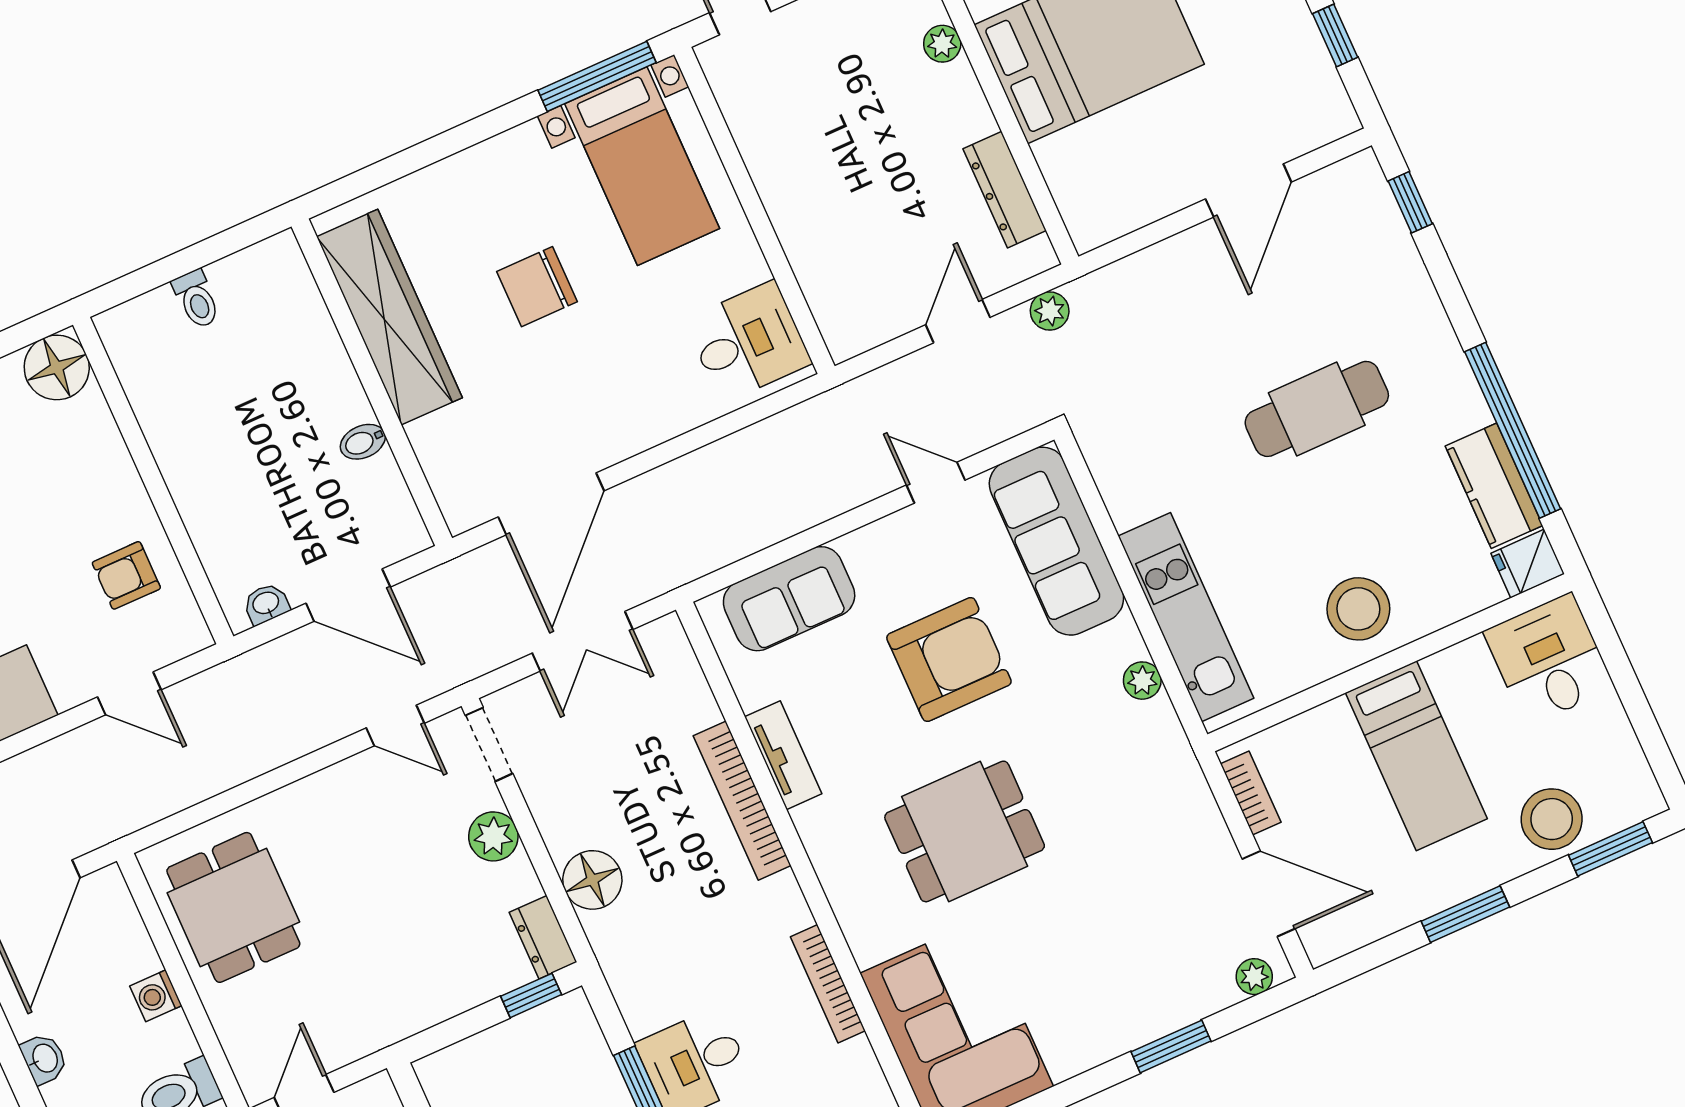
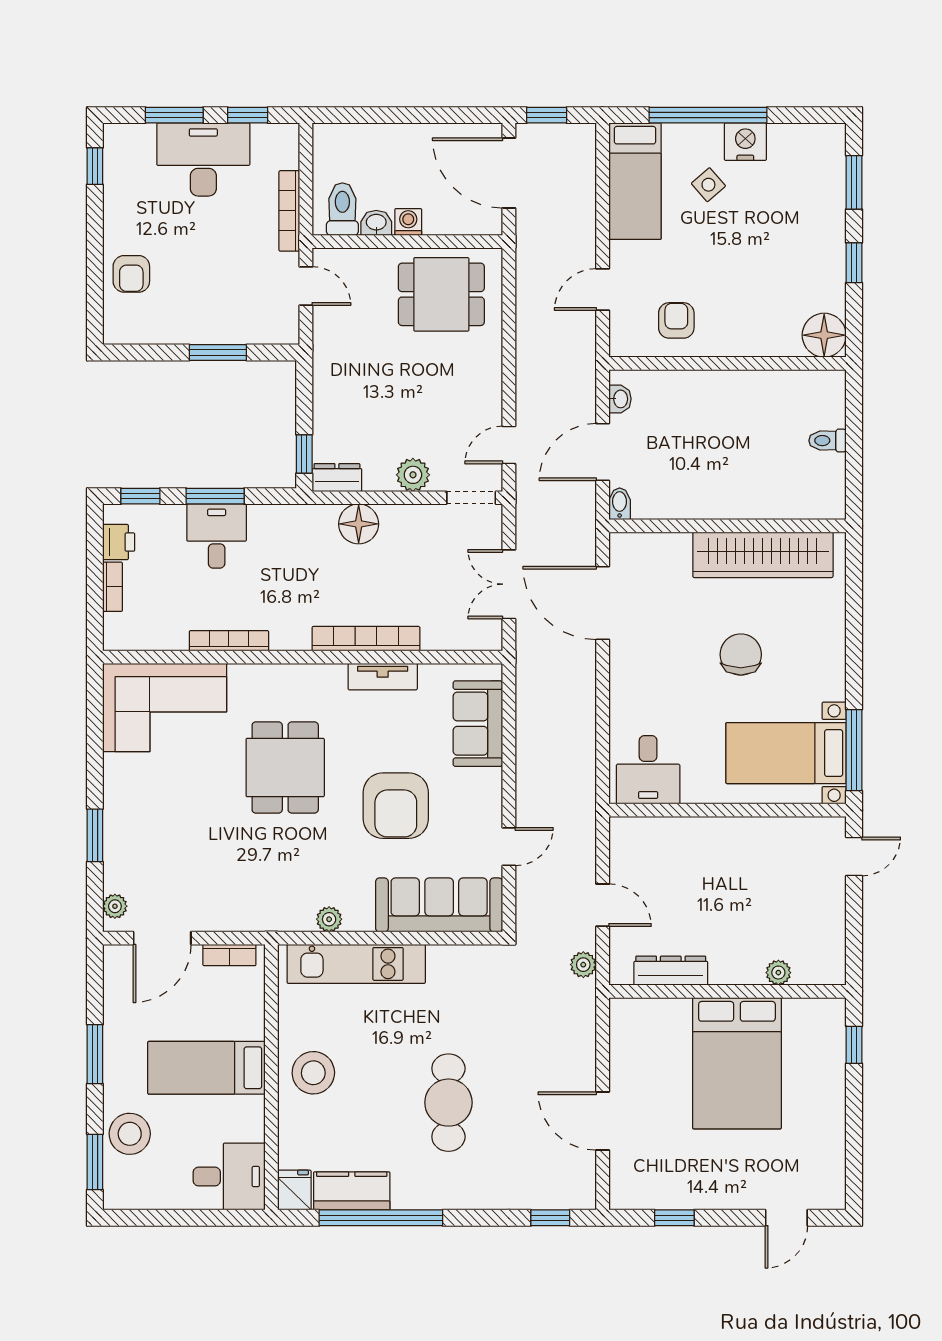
bidet: (363, 442) -> (620, 504), moved
washbasin: (44, 1059) -> (376, 223), moved, turned 180

